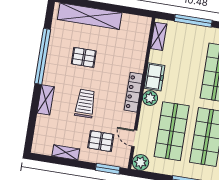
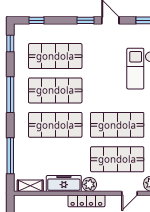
freezer: (155, 77) -> (64, 183), width x1.40

